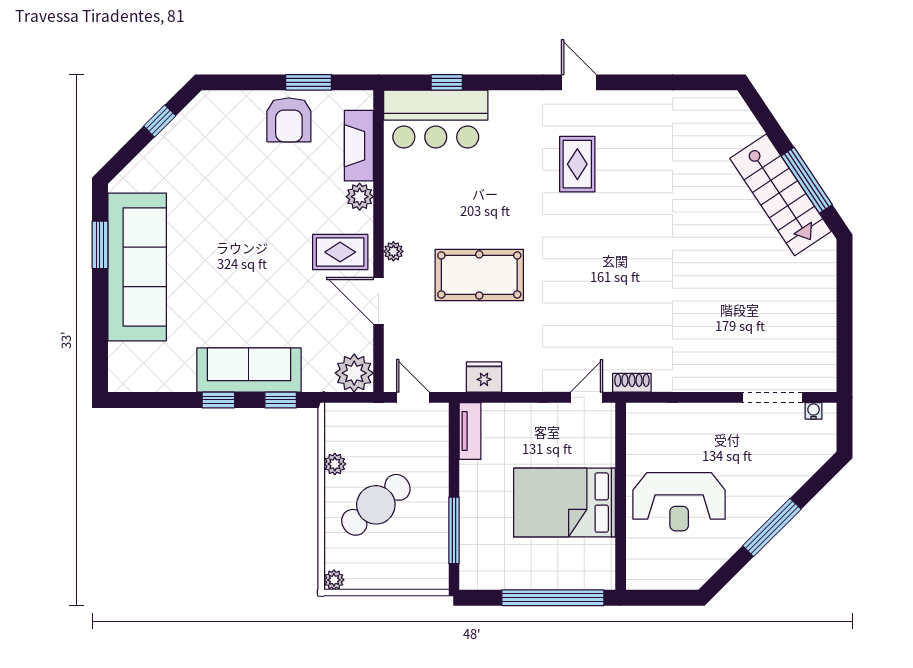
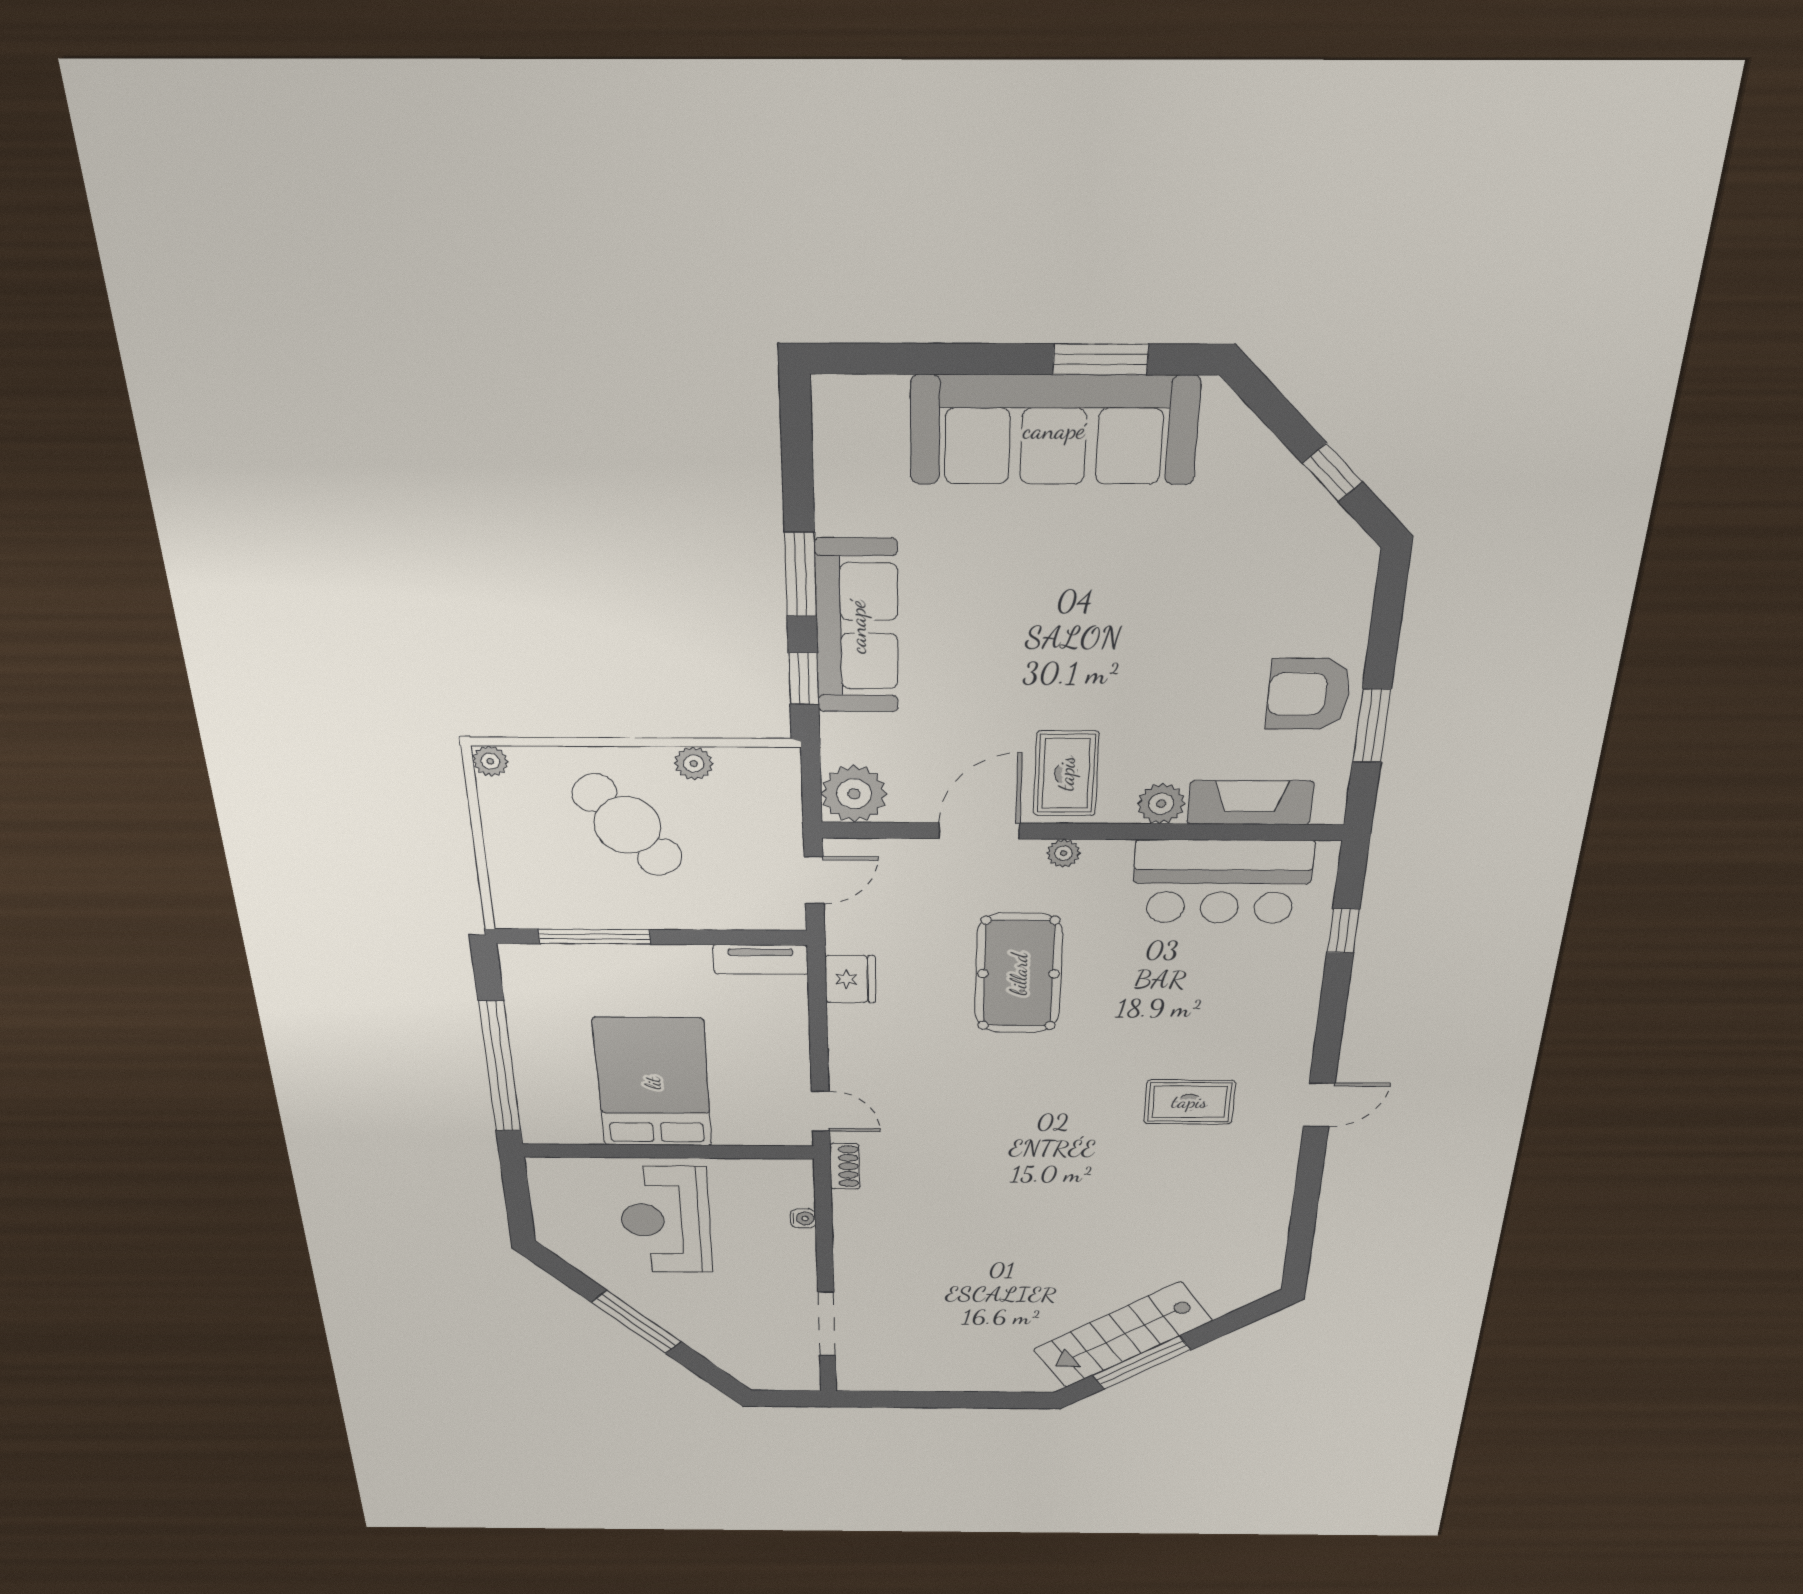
bar counter: (436, 119) -> (1222, 882), moved, turned -90
window: (218, 400) -> (801, 575), width x1.50
water cooler: (814, 411) -> (803, 1218), moved

